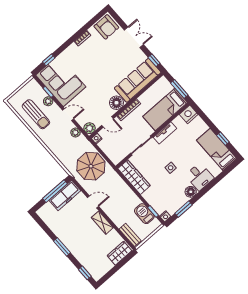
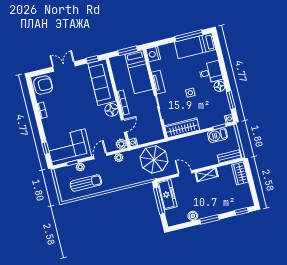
window: (223, 139) -> (189, 36), width x2.17
door: (93, 202) -> (185, 173), hinge flipped
boiler: (57, 230) -> (193, 216), added

